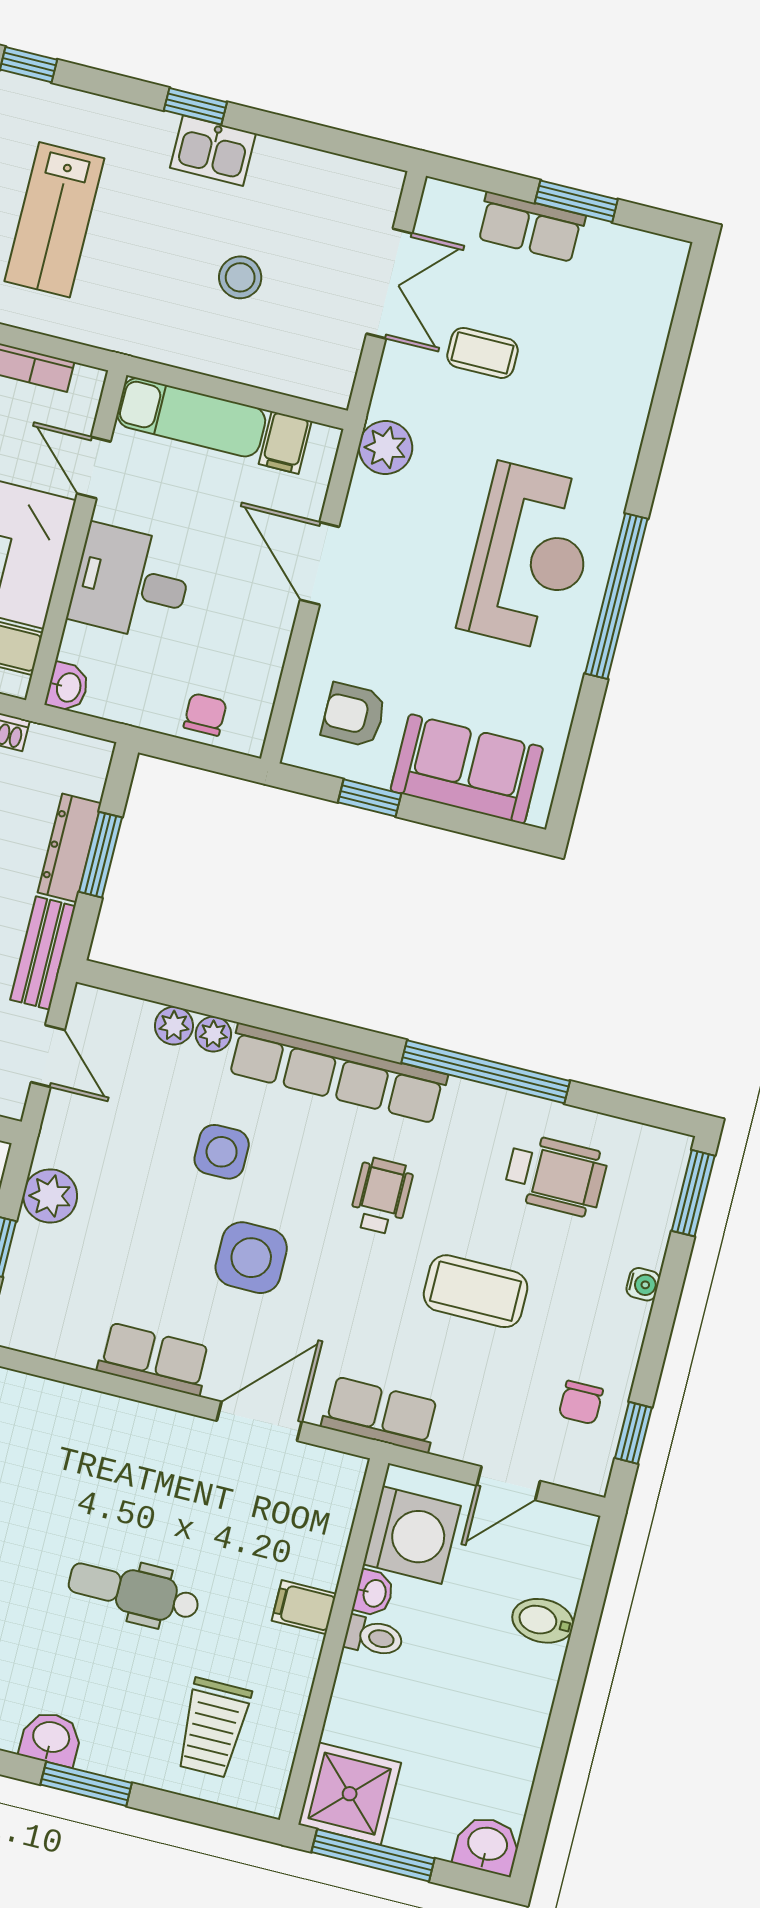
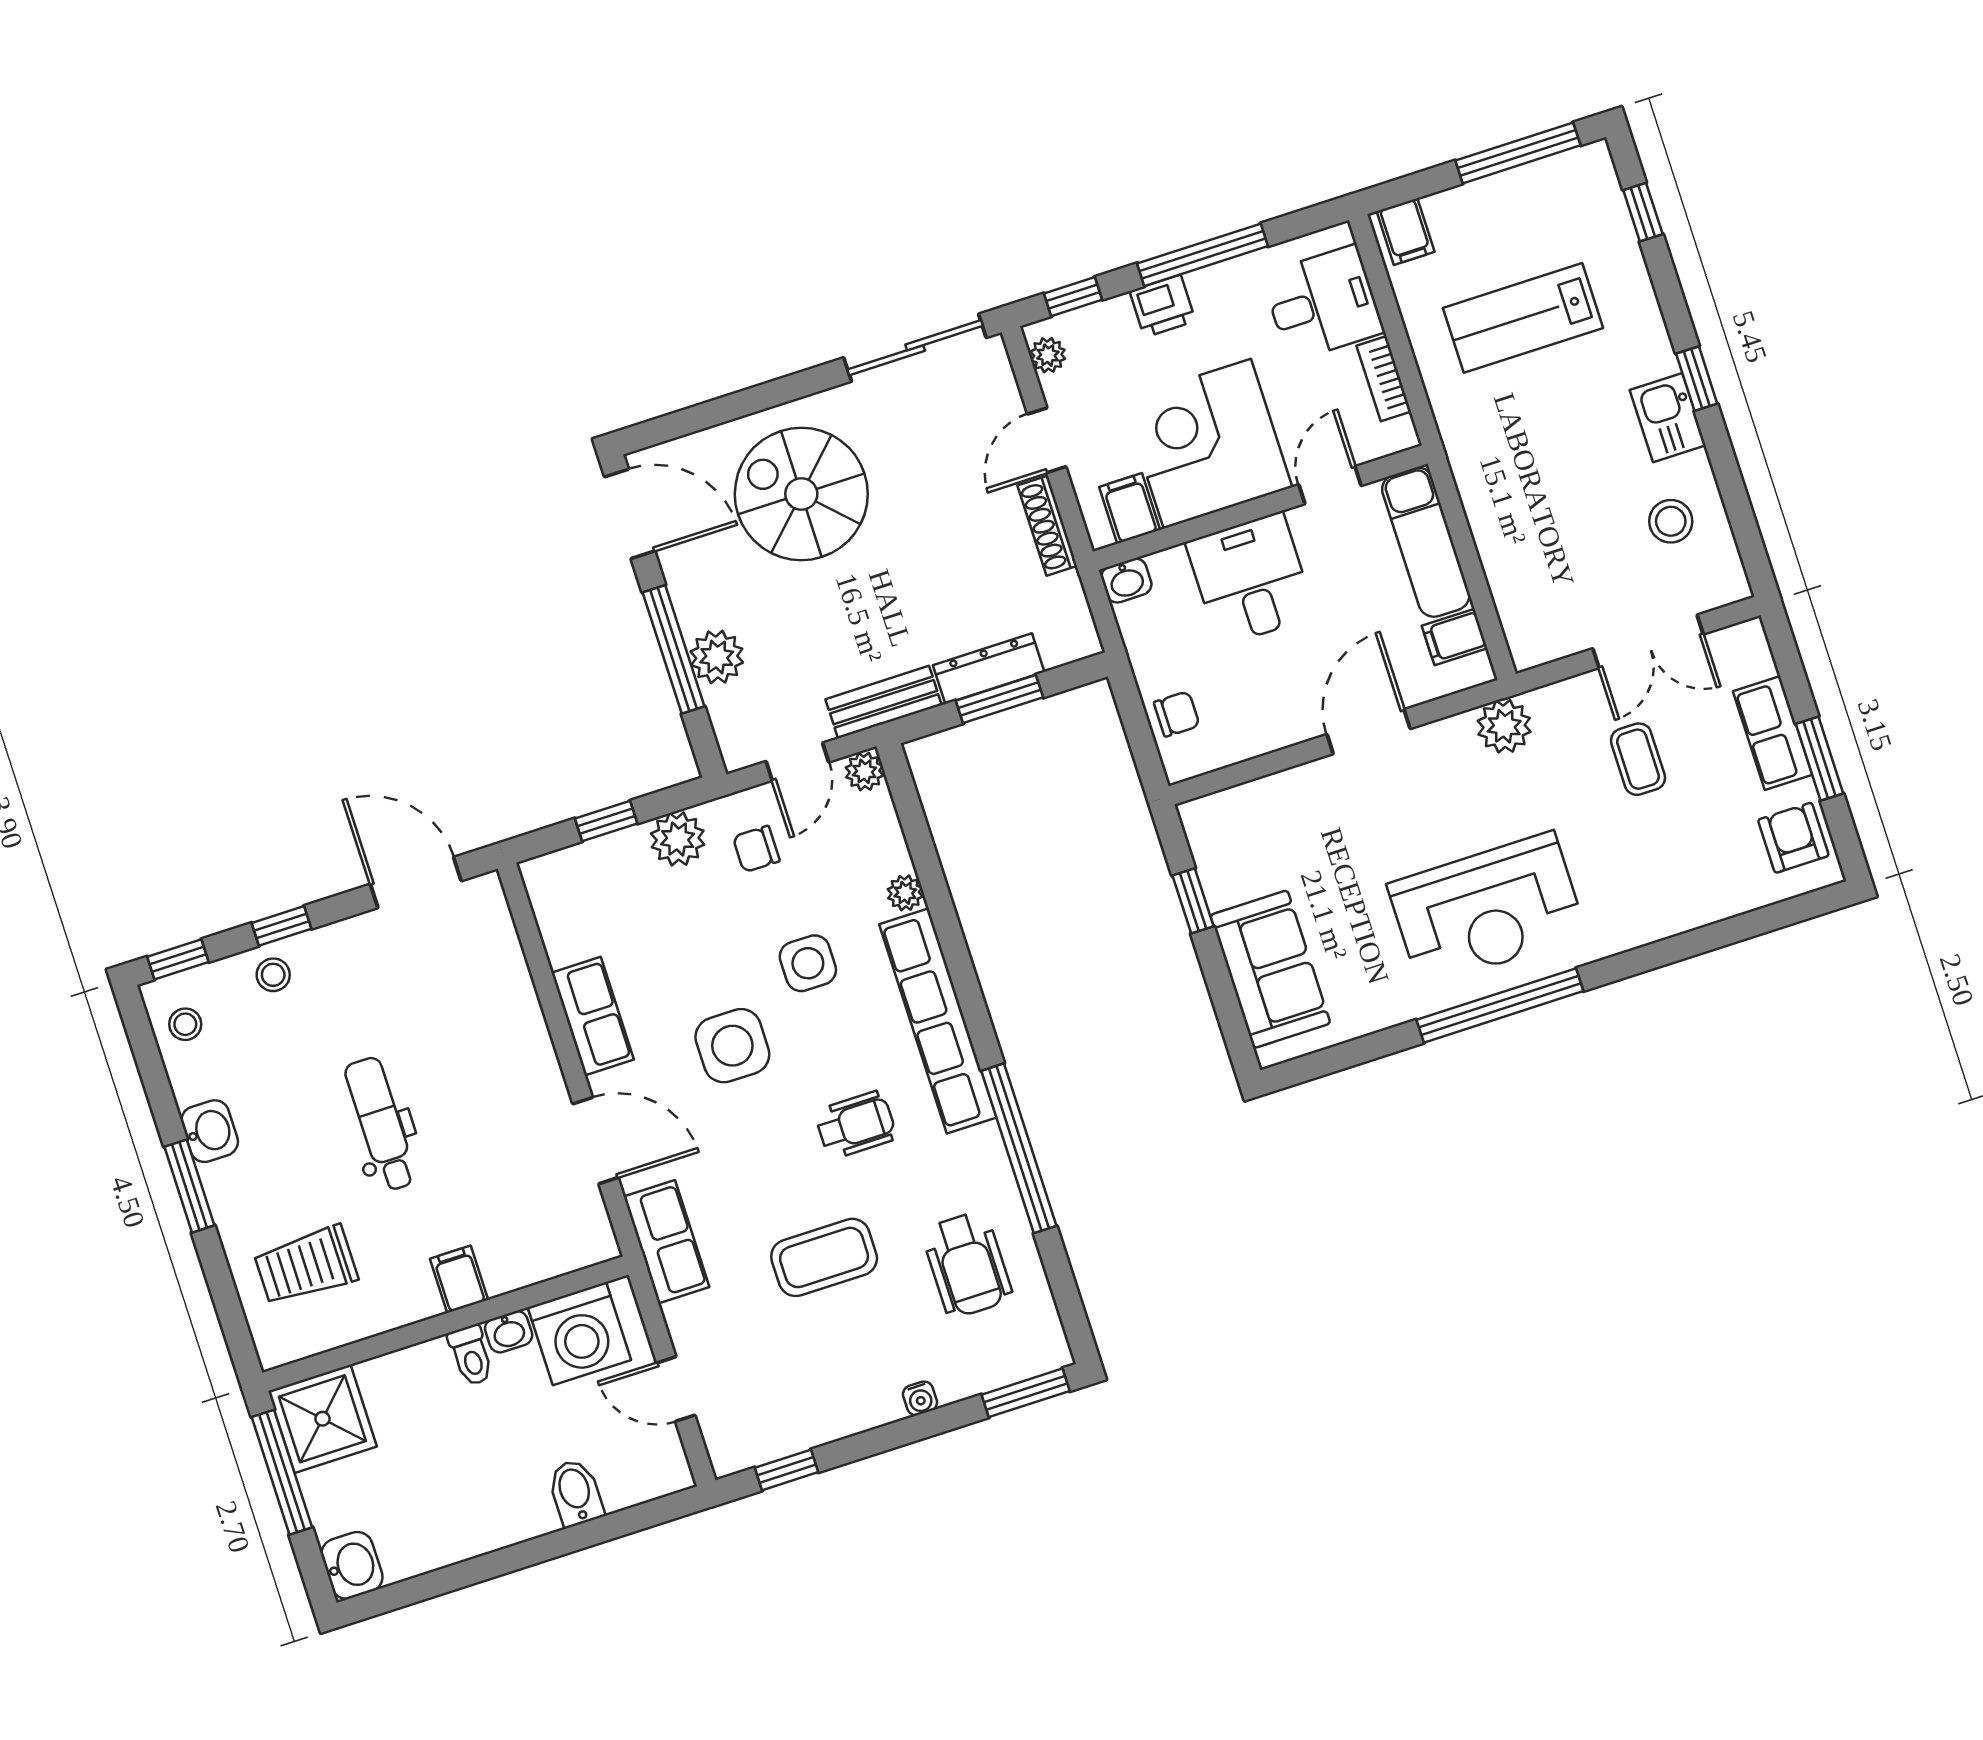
stool: (240, 277) -> (1671, 521), moved
armchair: (354, 715) -> (1793, 838), moved
plant: (174, 1026) -> (864, 771), moved
coffee table: (476, 1291) -> (824, 1257), turned 90
chair: (581, 1403) -> (756, 849), moved

